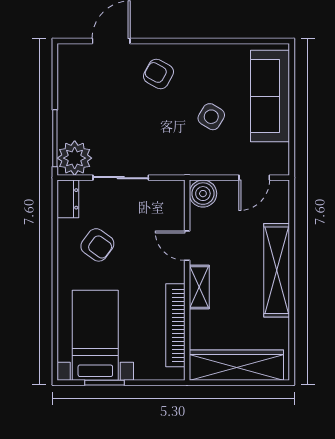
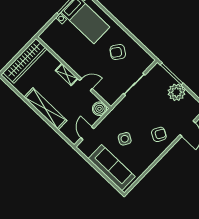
plant: (75, 158) -> (176, 92), moved
dresser: (68, 199) -> (145, 57), removed
bookcase: (175, 325) -> (61, 52), removed

